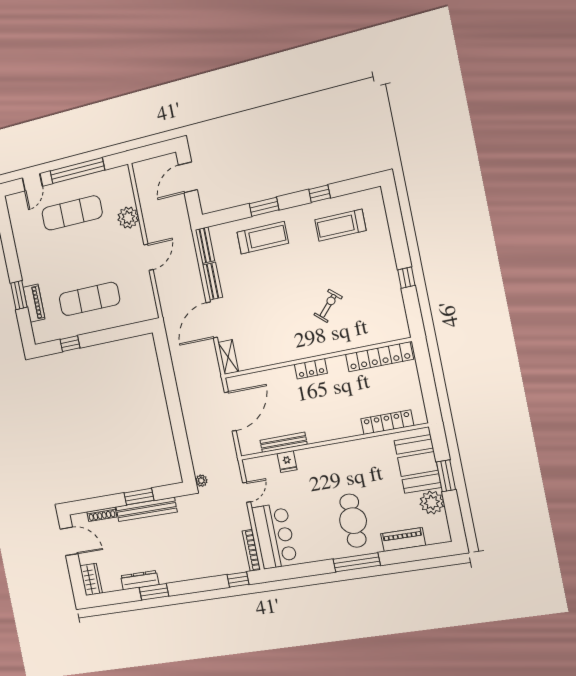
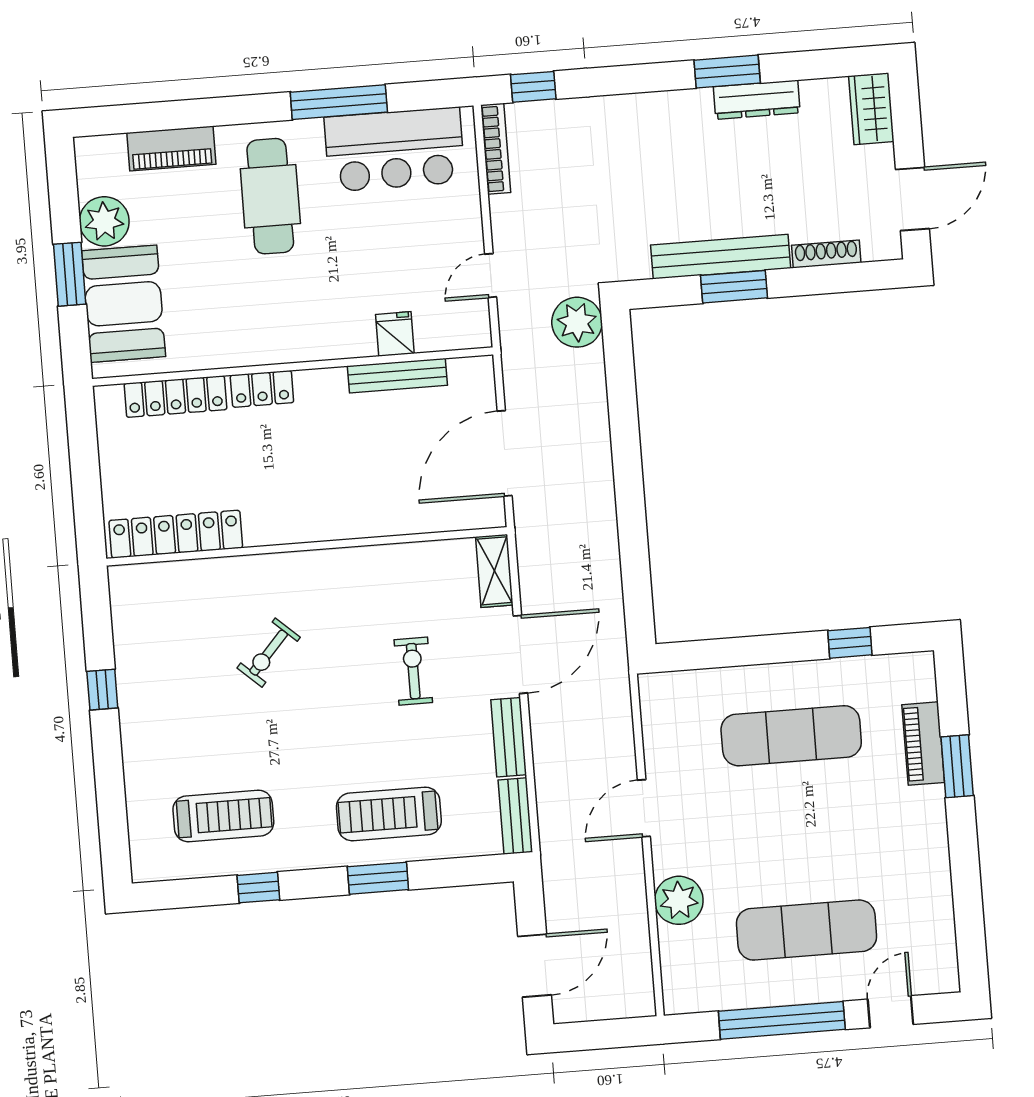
exercise bike: (260, 306) -> (413, 671), added
locker: (311, 369) -> (262, 389), moved, turned 180
plant: (201, 481) -> (577, 322), width x1.88, depth x1.88
bar counter: (274, 536) -> (395, 150), moved, turned -90
door: (69, 541) -> (912, 199), swing flipped
window: (357, 562) -> (339, 102), moved

